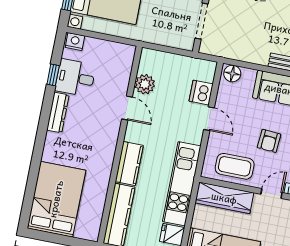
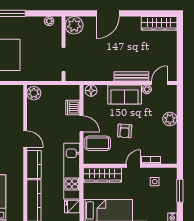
plant: (145, 84) -> (34, 93), moved
door: (127, 108) -> (25, 139), moved
coffee table: (235, 166) -> (98, 143), moved

